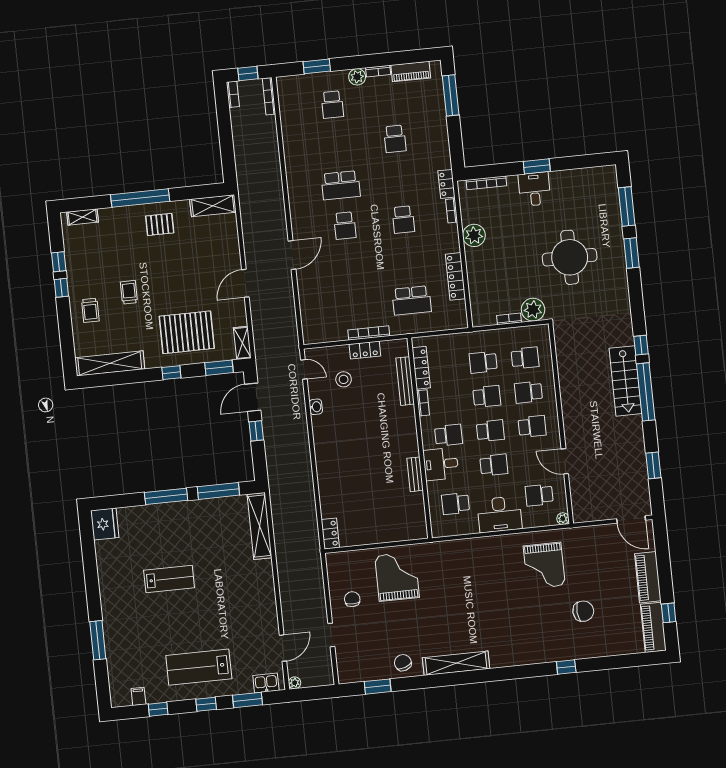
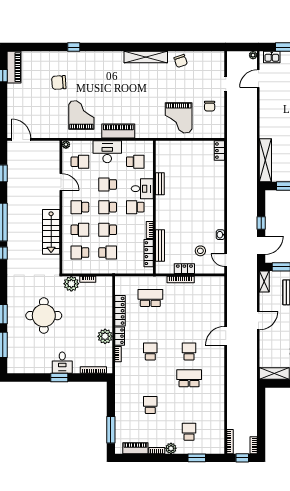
locker: (446, 184) -> (120, 336), moved
stairs: (625, 381) -> (51, 232), moved, turned 180
piano: (648, 577) -> (118, 131), moved, turned -90
window: (378, 687) -> (199, 47), removed

